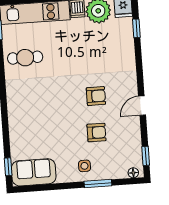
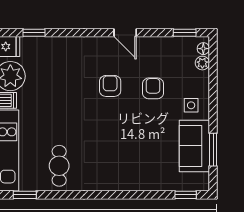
sofa: (34, 172) -> (194, 146), moved
plant: (121, 173) -> (202, 63), added
window: (98, 184) -> (213, 150), moved

